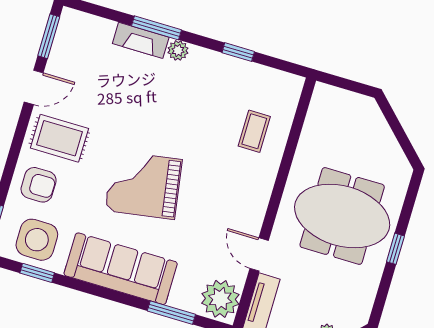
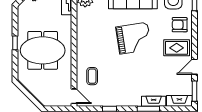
fireplace: (87, 25) -> (179, 101), added
plant: (178, 50) -> (136, 102), removed
door: (259, 254) -> (74, 96), moved

